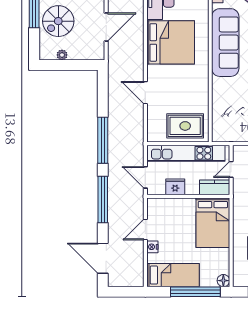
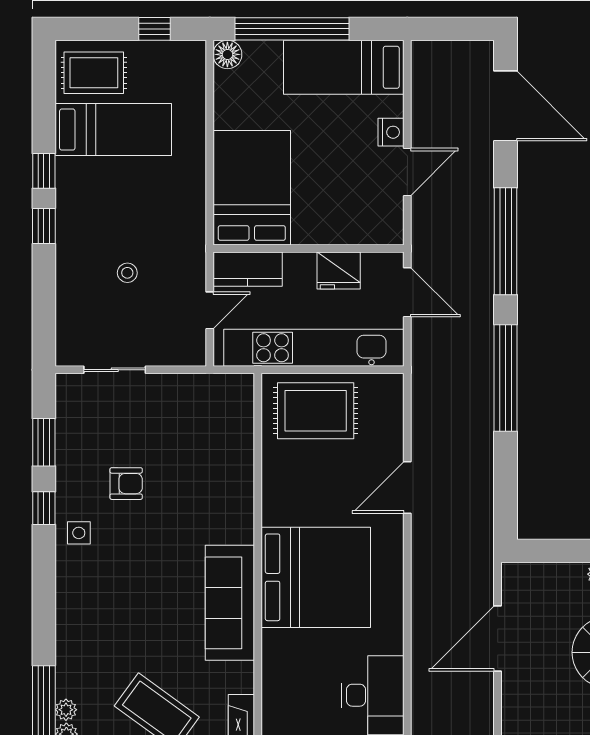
bed: (171, 42) -> (316, 577), moved, turned 180
sofa: (225, 43) -> (230, 603), width x0.74, depth x0.79
door: (145, 93) -> (407, 487), swing flipped

